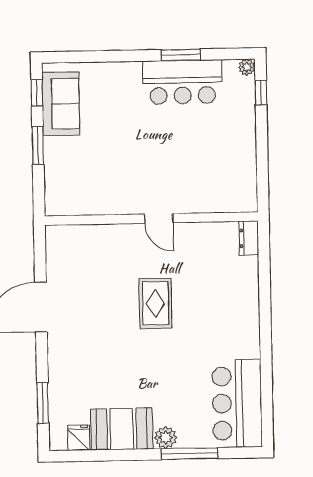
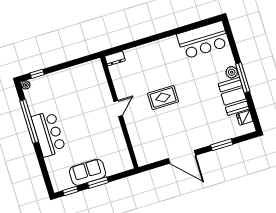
window: (181, 55) -> (29, 121), width x2.11
bar counter: (182, 82) -> (48, 134), moved
sofa: (61, 104) -> (88, 172), moved
window: (43, 403) -> (222, 145), moved
window: (189, 454) -> (243, 78), moved

